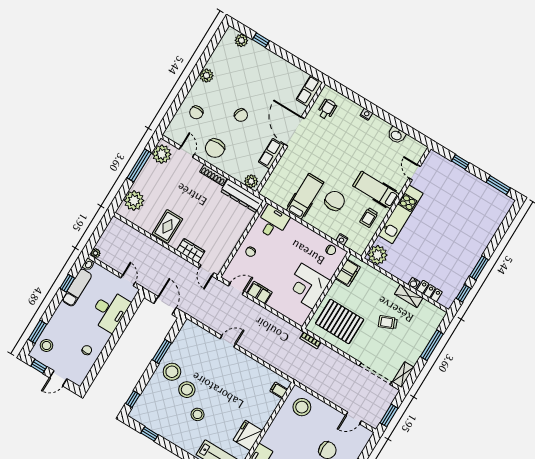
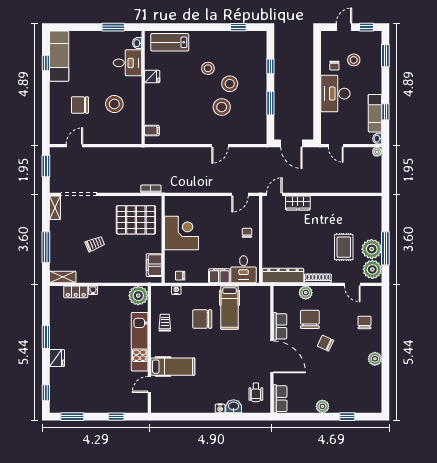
plant: (241, 40) -> (322, 406), moved
washbasin: (396, 135) -> (234, 406), moved
chair: (215, 148) -> (310, 319), moved
door: (415, 172) -> (149, 384), swing flipped
plant: (251, 181) -> (306, 293), moved
hospital bed: (376, 190) -> (173, 367), moved
plant: (134, 200) -> (372, 249), moved
chair: (335, 201) -> (202, 319), turned 90
rug: (167, 226) -> (344, 247), moved
fridge: (481, 244) -> (57, 358), added
door: (207, 270) -> (274, 194), hinge flipped
filing cabinet: (259, 293) -> (219, 276), moved, turned 180
window: (463, 293) -> (46, 393), moved
shelving: (409, 296) -> (63, 277), moved
desk: (110, 311) -> (335, 94), moved
stool: (46, 345) -> (354, 60), moved
stool: (172, 372) -> (222, 107), moved
window: (133, 399) -> (270, 66), moved
stool: (302, 407) -> (114, 104), moved
fridge: (248, 435) -> (152, 77), width x0.53, depth x0.75

